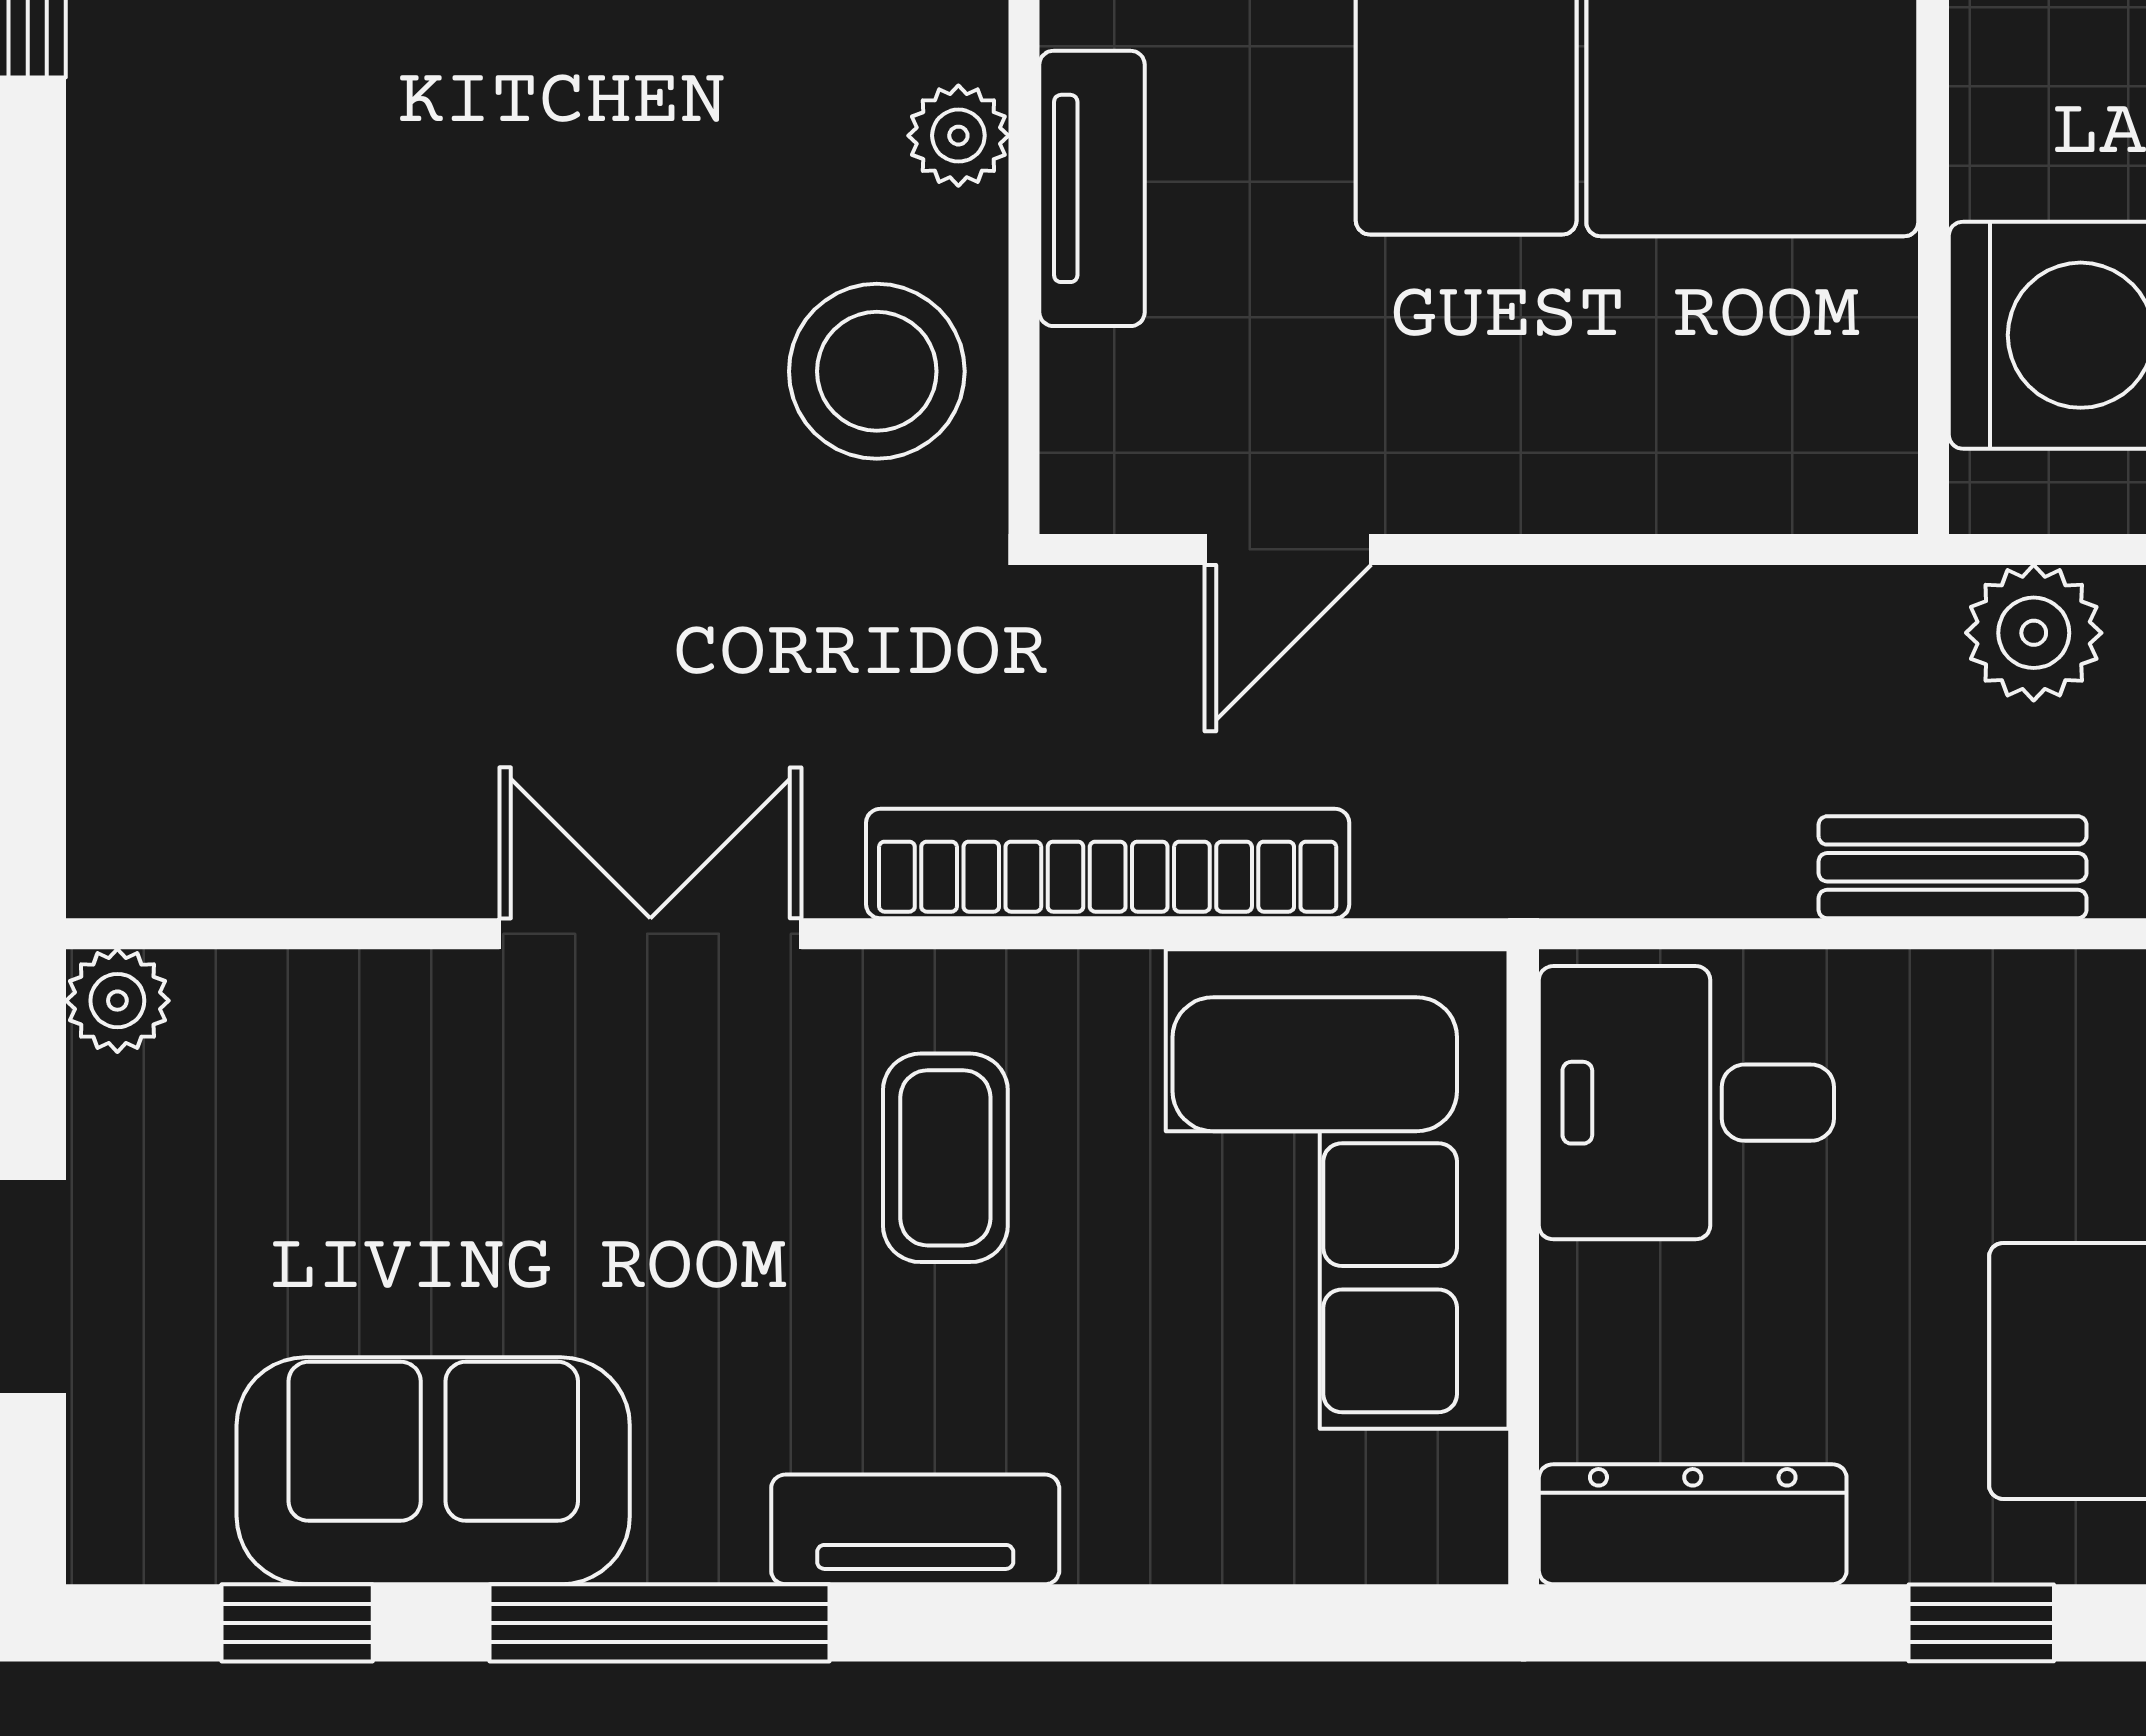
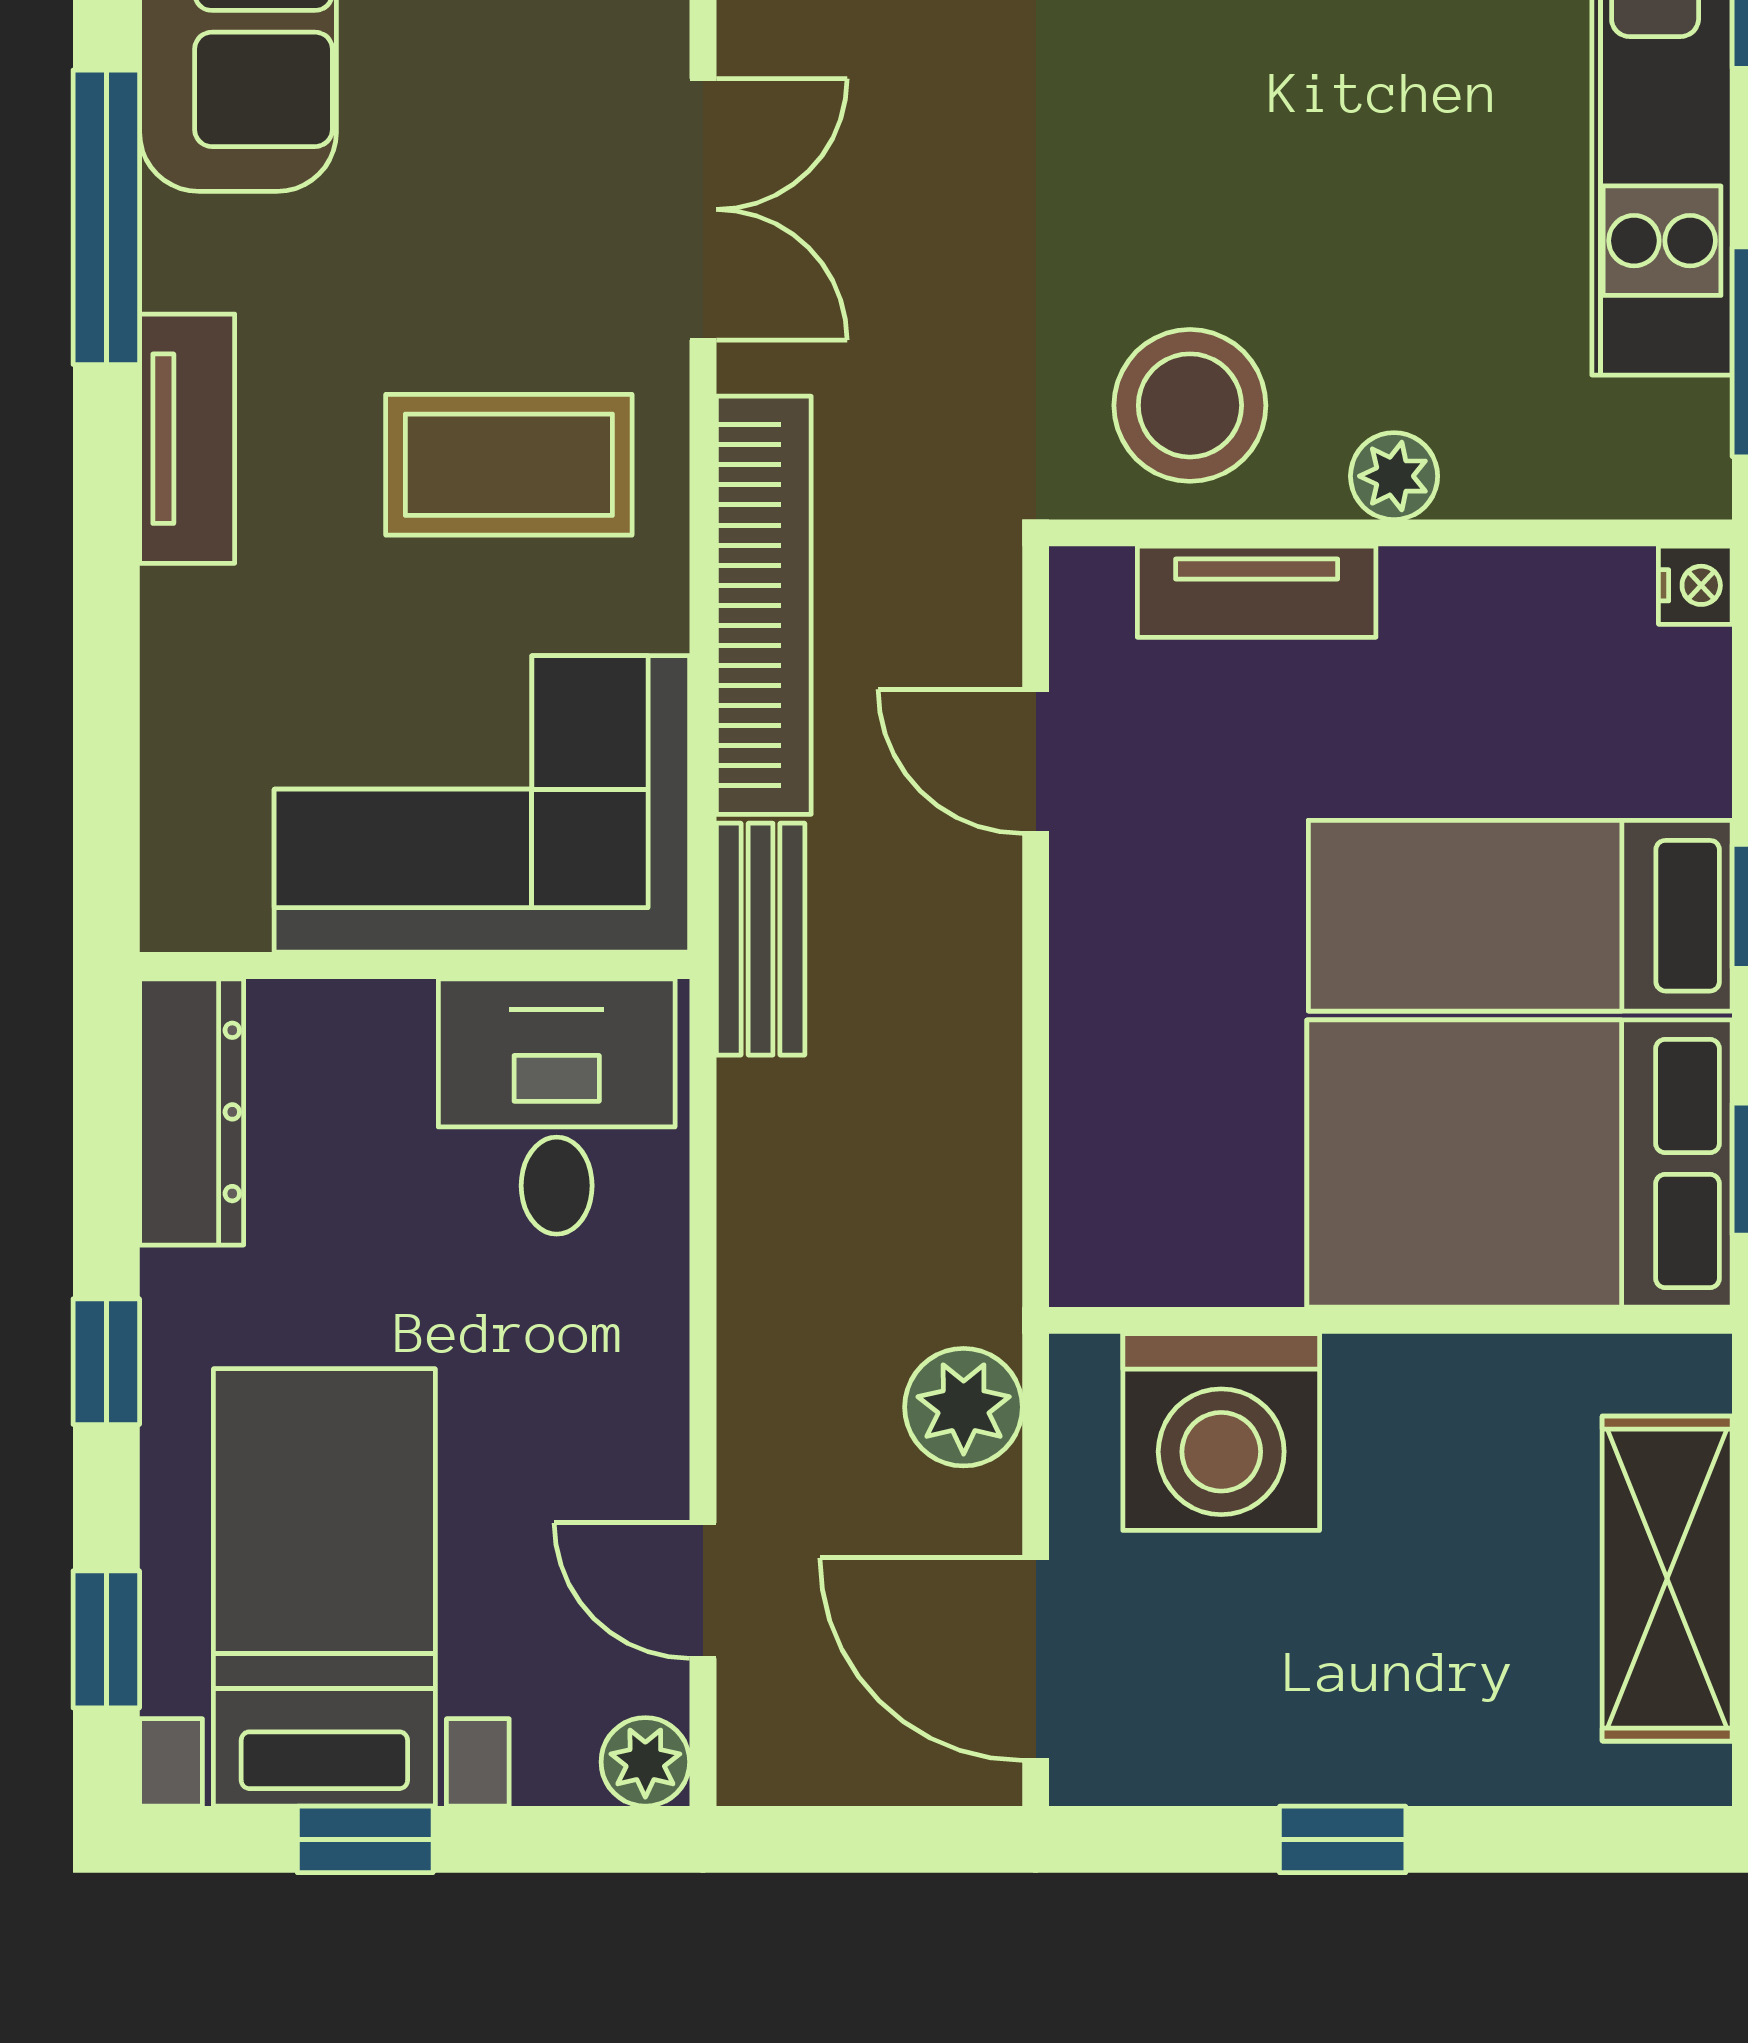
tv unit: (1092, 188) -> (1257, 592), moved
bench: (1953, 867) -> (761, 939), moved
coffee table: (945, 1158) -> (509, 465), width x1.36, depth x1.30

